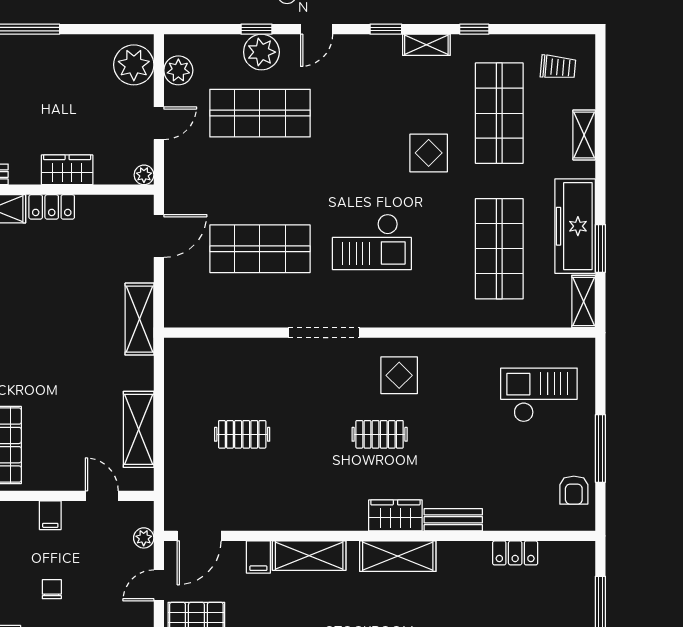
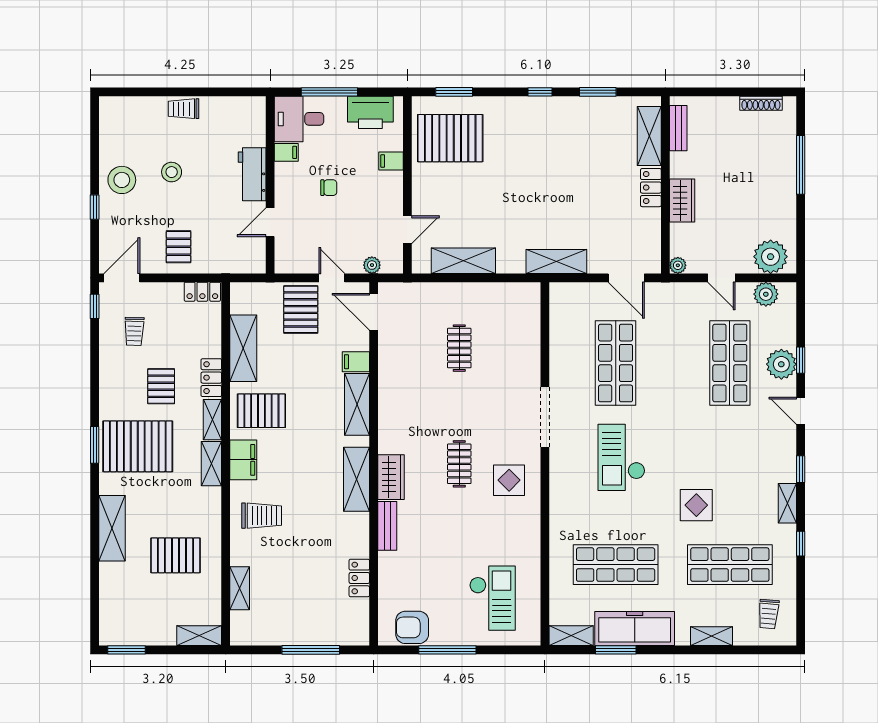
armchair: (574, 490) -> (412, 627), width x1.38, depth x1.38
filing cabinet: (50, 515) -> (391, 161), moved

